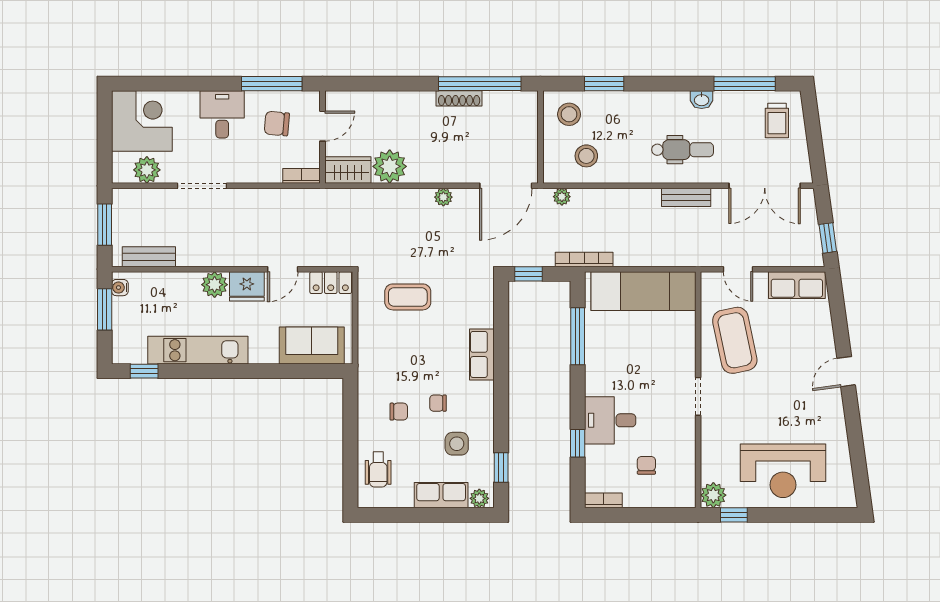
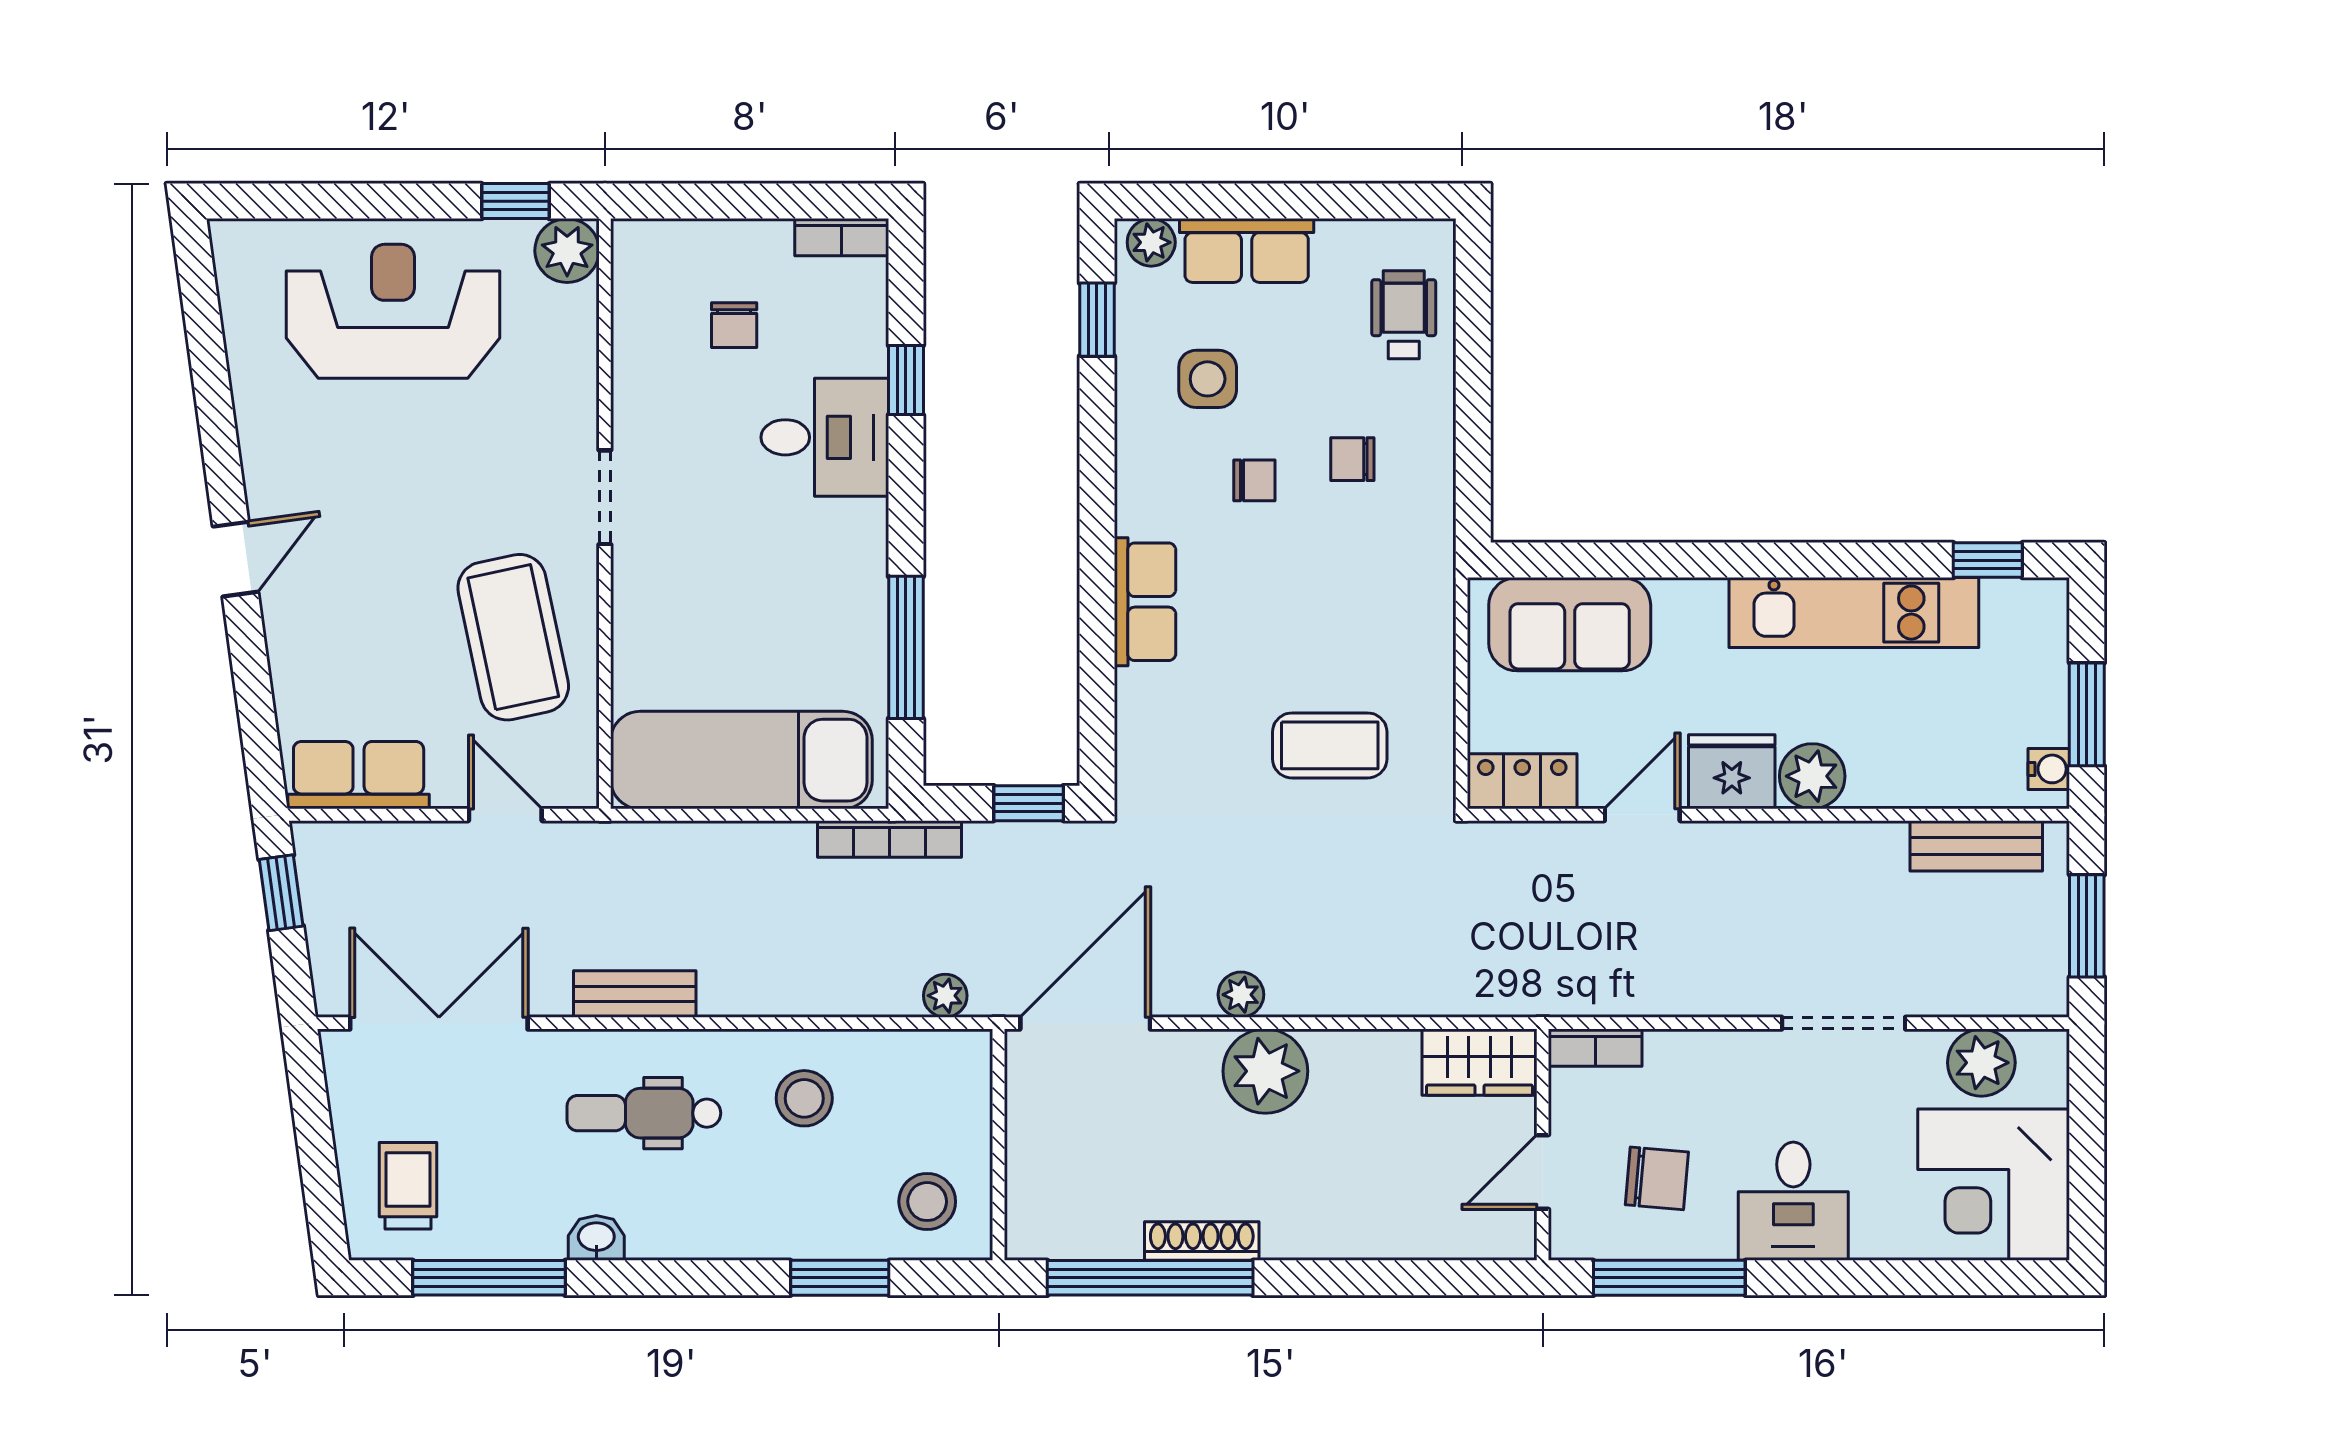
stool: (586, 156) -> (804, 1098), moved
plant: (390, 166) -> (1265, 1071), moved

